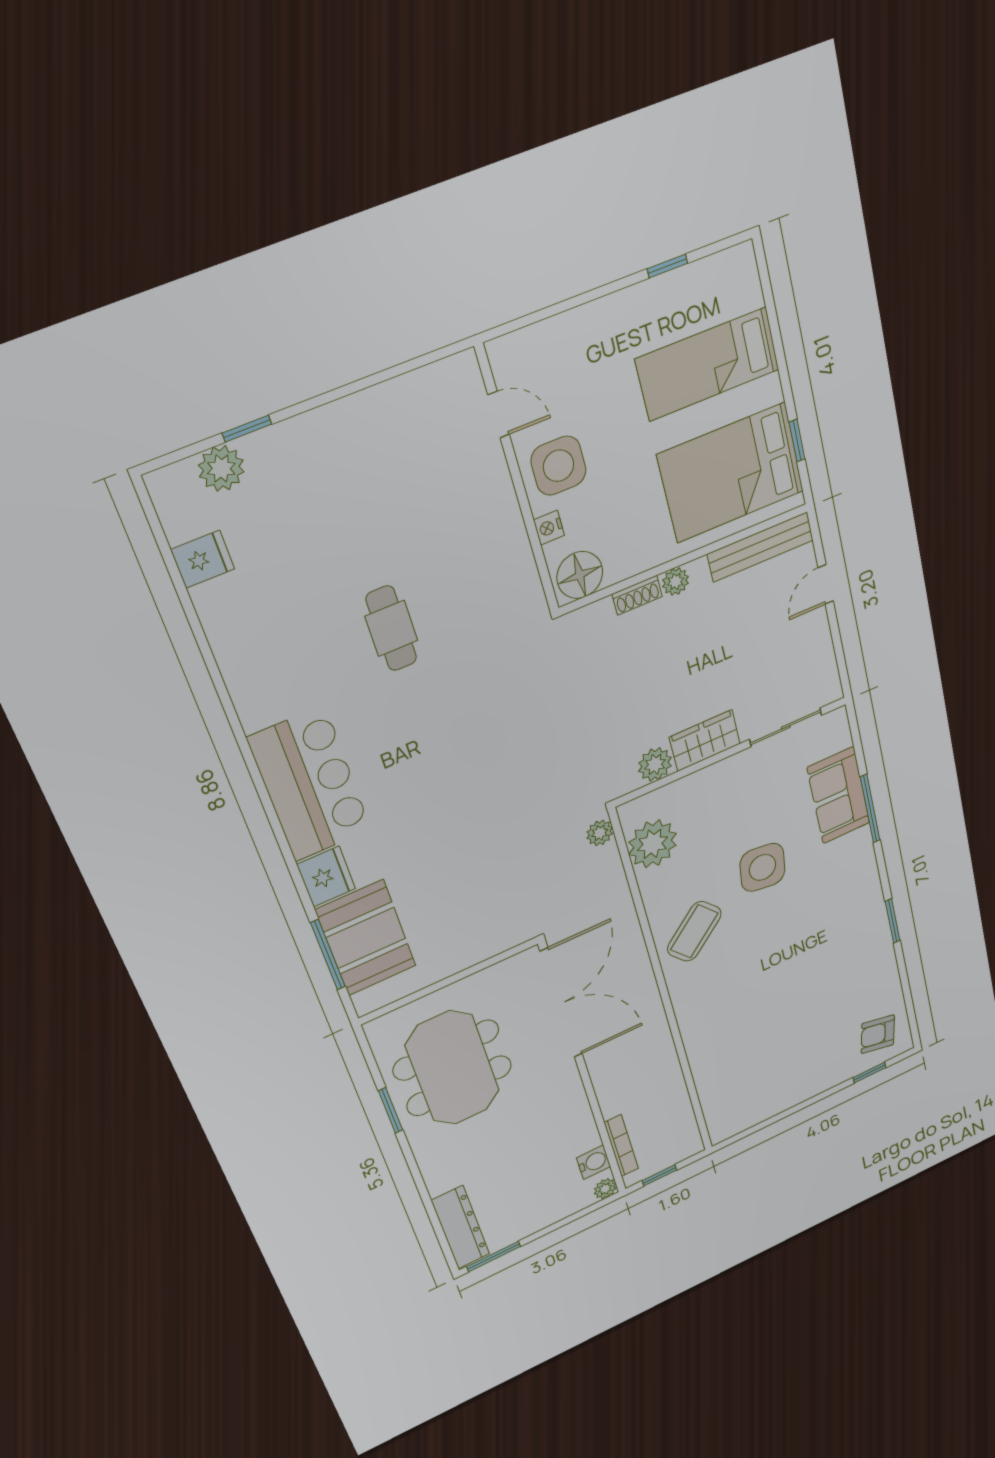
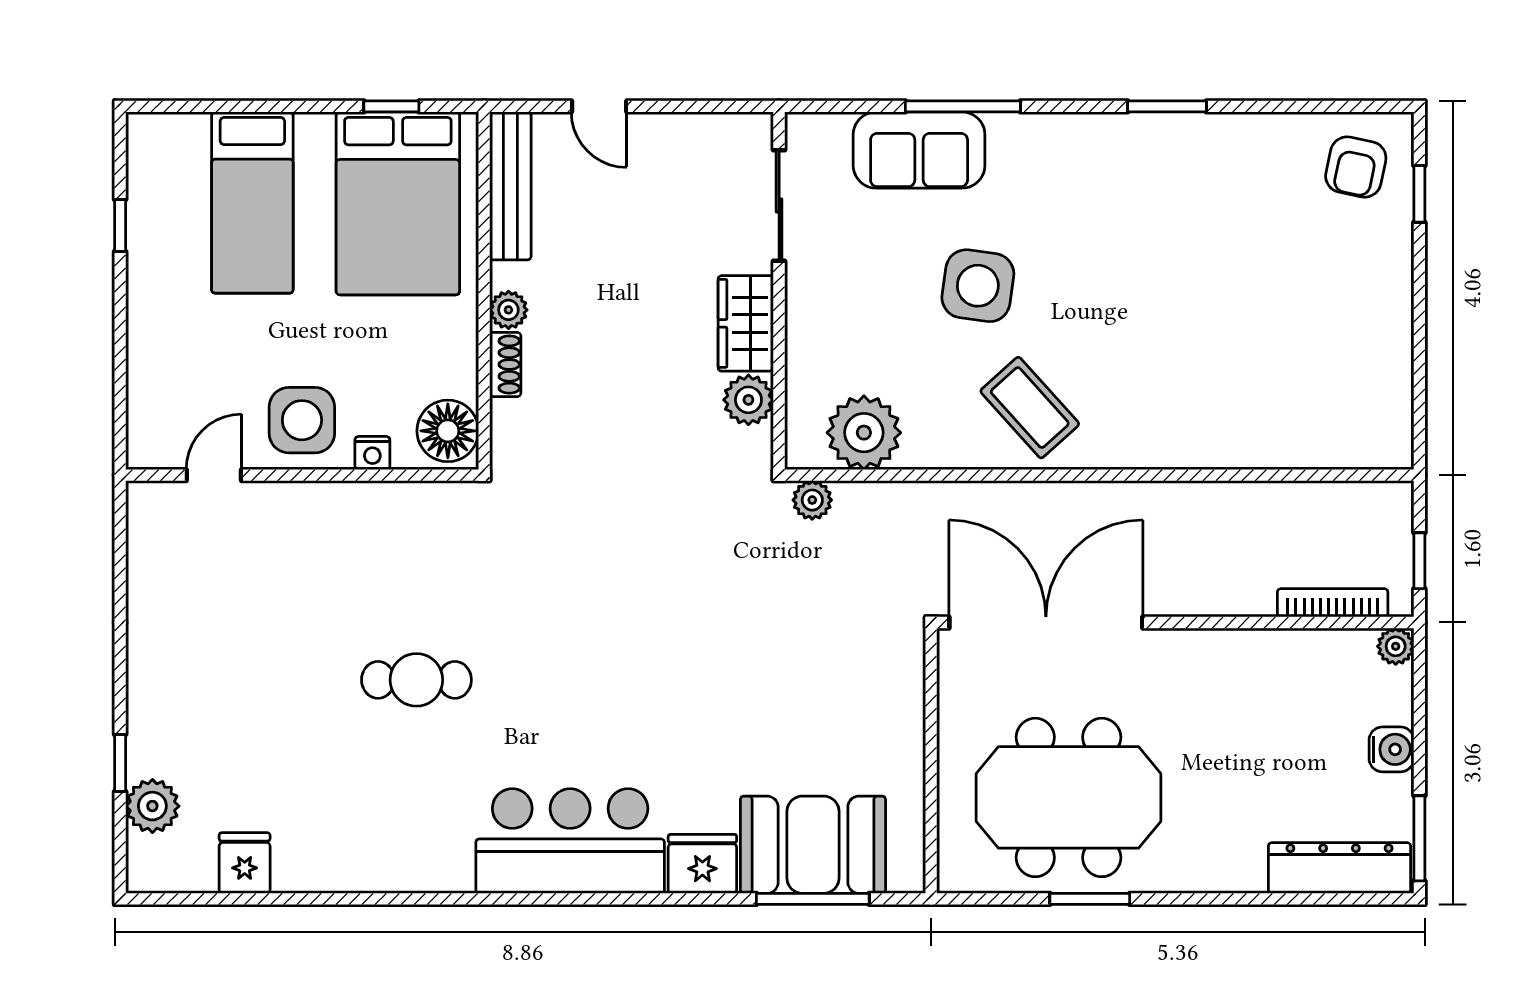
water cooler: (594, 1162) -> (1391, 749), moved, turned 90

